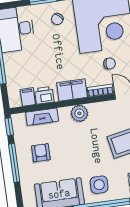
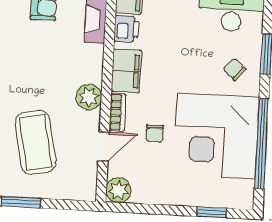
plant: (79, 113) -> (89, 97), moved

